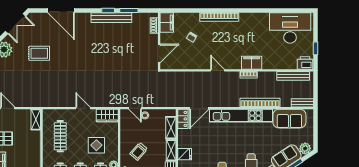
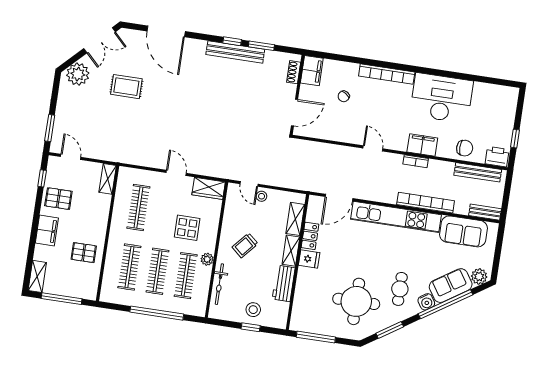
desk: (290, 28) -> (441, 98), moved
chair: (281, 60) -> (465, 148), added
locker: (183, 119) -> (310, 236), moved

